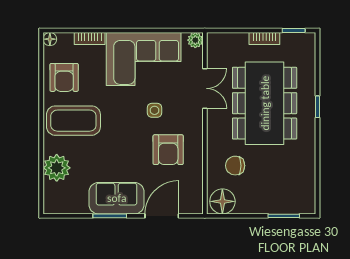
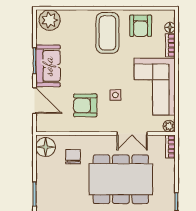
bookcase: (264, 38) -> (170, 147), moved
floor lamp: (50, 39) -> (170, 27), moved
armchair: (64, 77) -> (141, 26), turned -90
plant: (57, 168) -> (50, 20), moved

